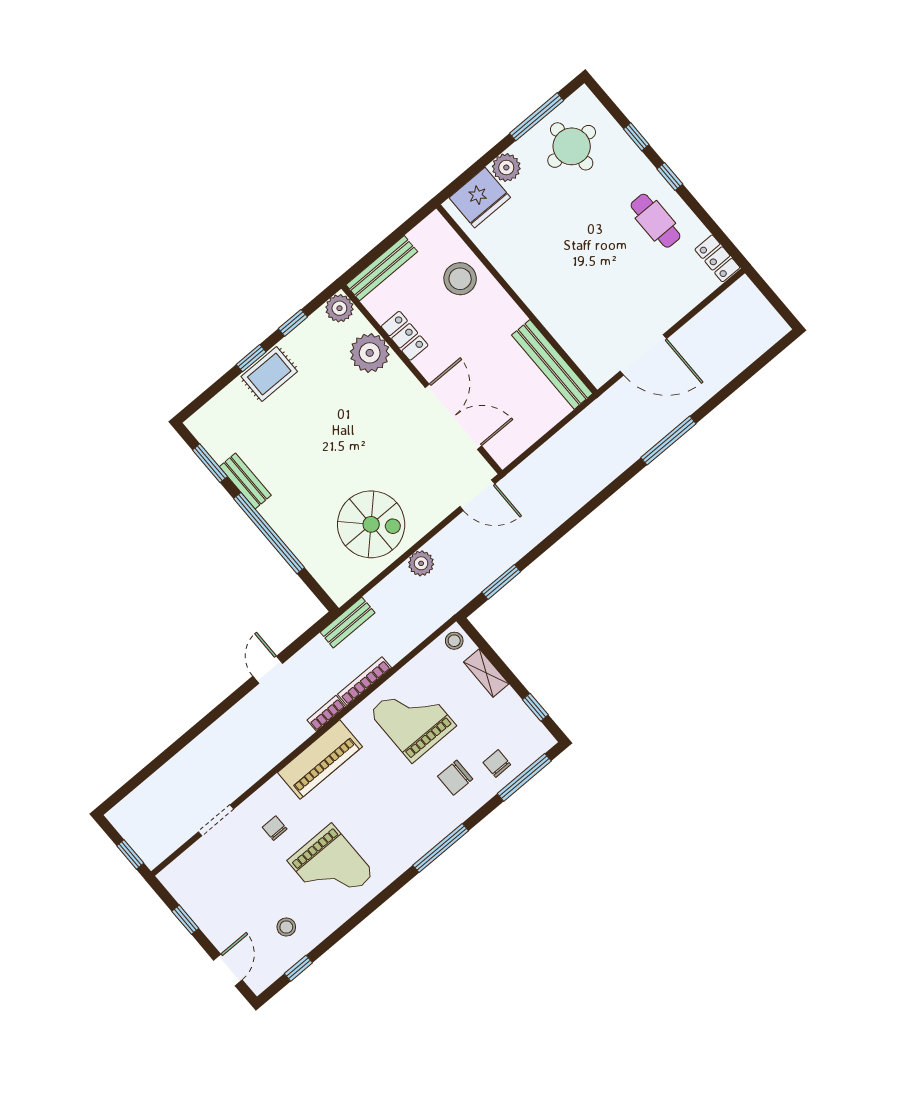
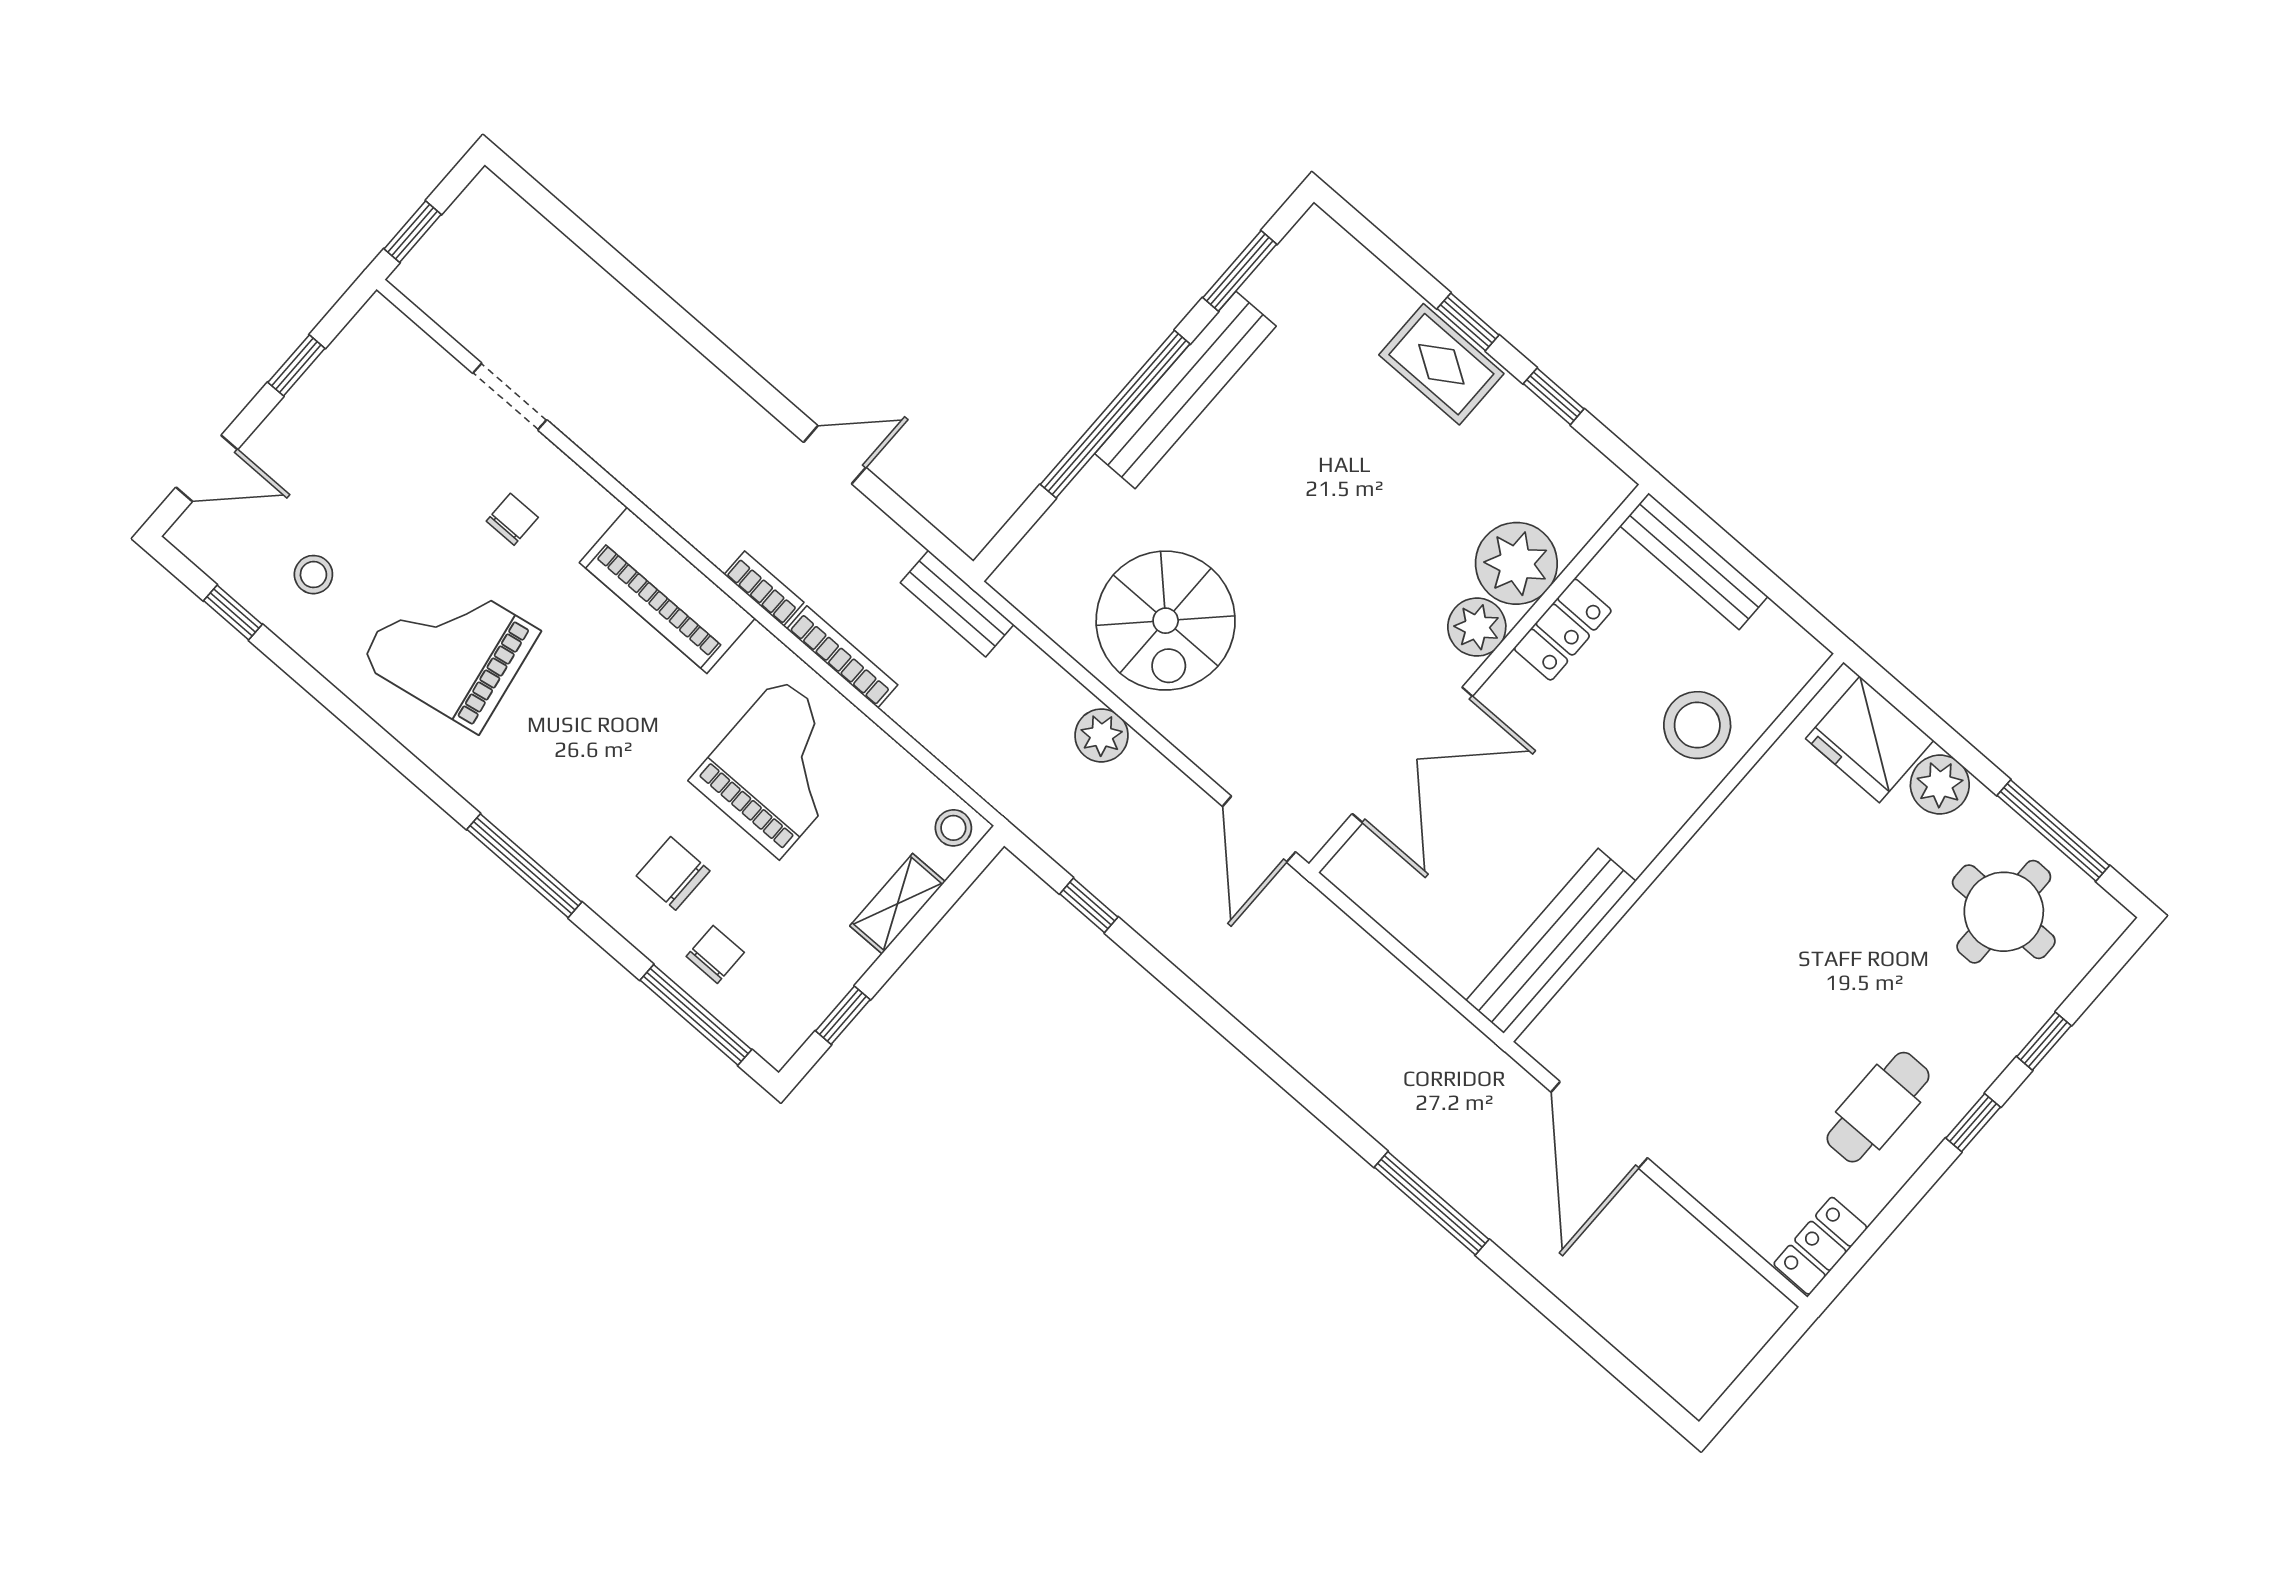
plant: (339, 308) -> (1477, 627), moved
bench: (245, 481) -> (1185, 390), width x1.86, depth x1.21
window: (501, 582) -> (1089, 905), width x0.67
grand piano: (331, 867) -> (450, 647), turned 80

